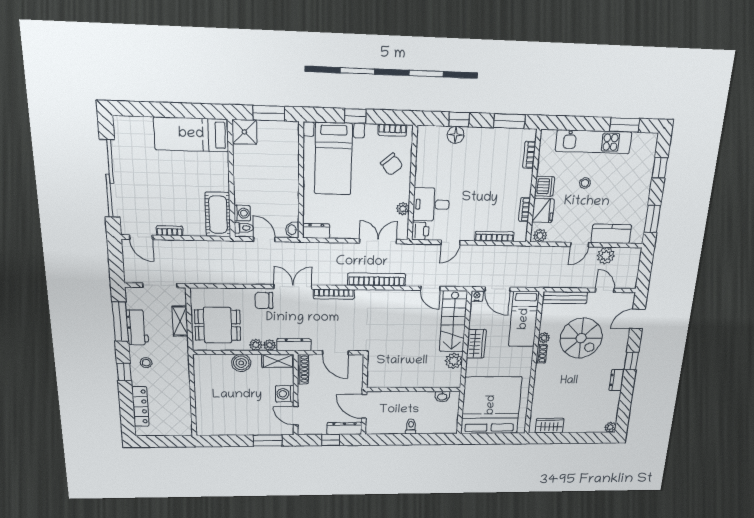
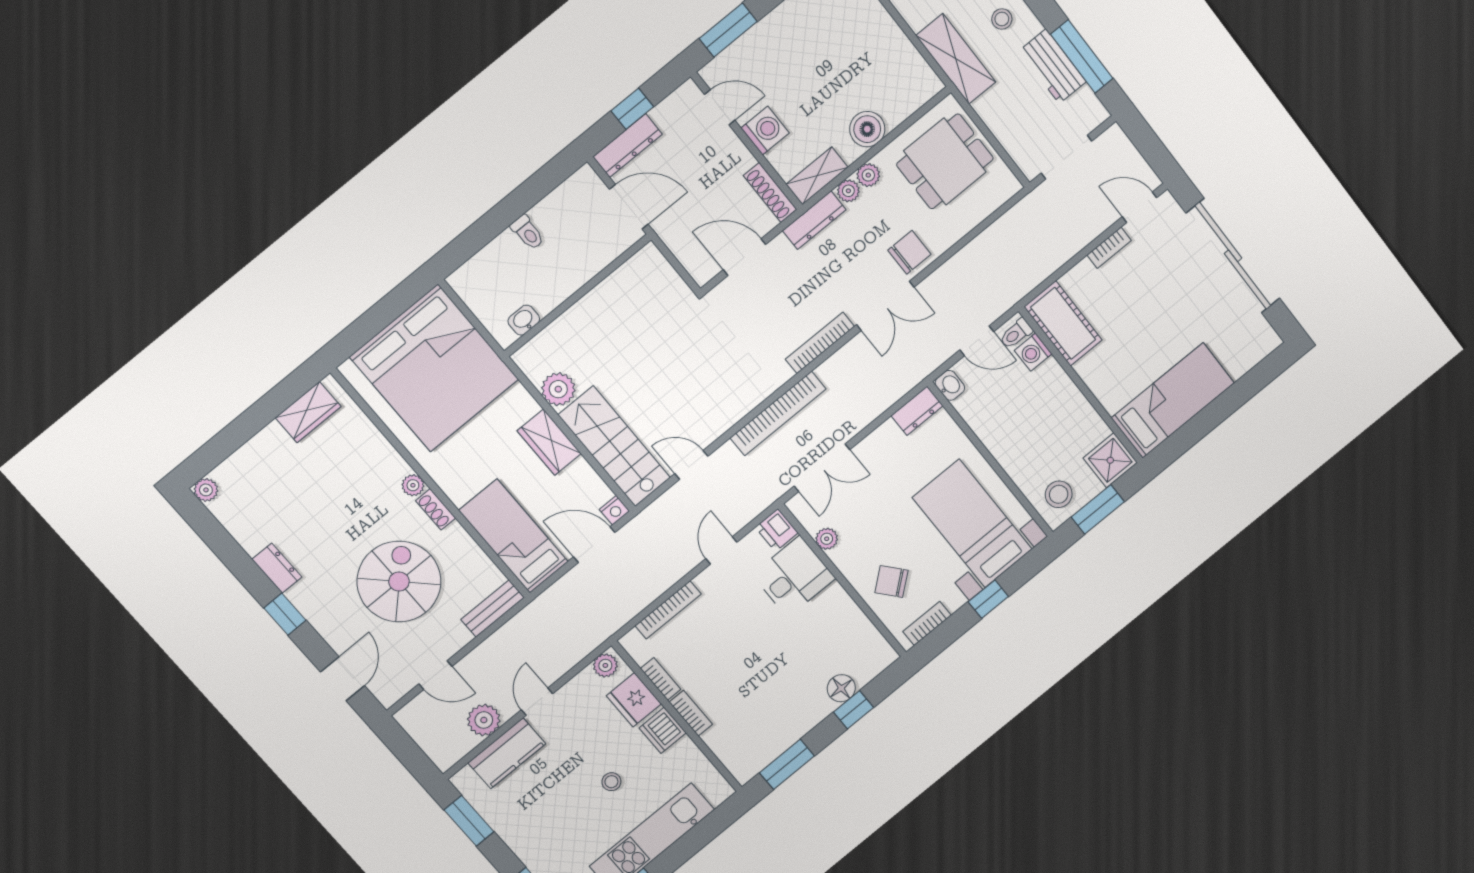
stool: (282, 137) -> (1059, 494), added
bookcase: (529, 155) -> (691, 713), moved
bench: (565, 298) -> (493, 608), width x0.73
shelving: (180, 321) -> (956, 59), moved, width x1.50, depth x1.33
plant: (544, 338) -> (413, 485), moved
spiral stairs: (581, 338) -> (399, 582), turned 90

